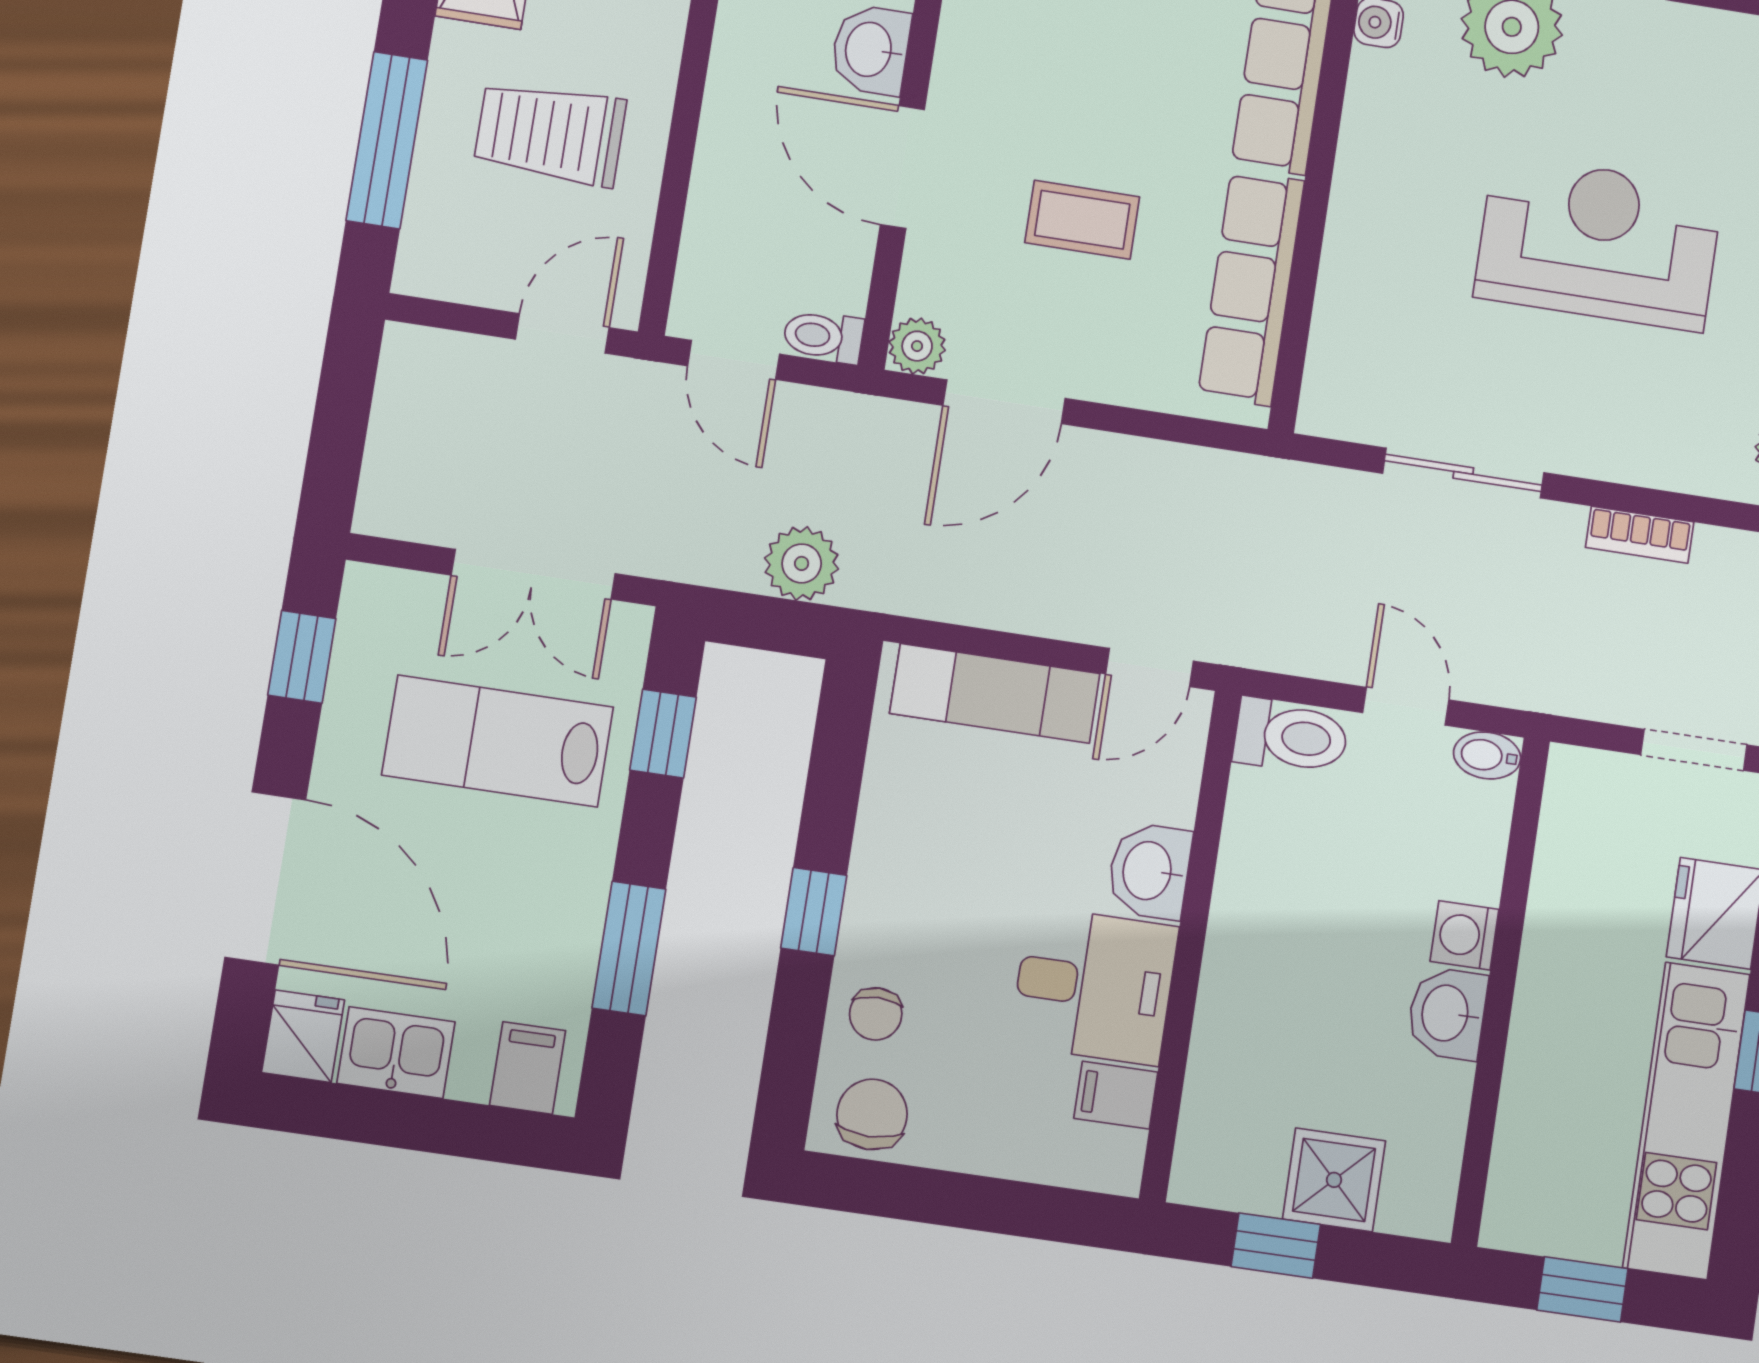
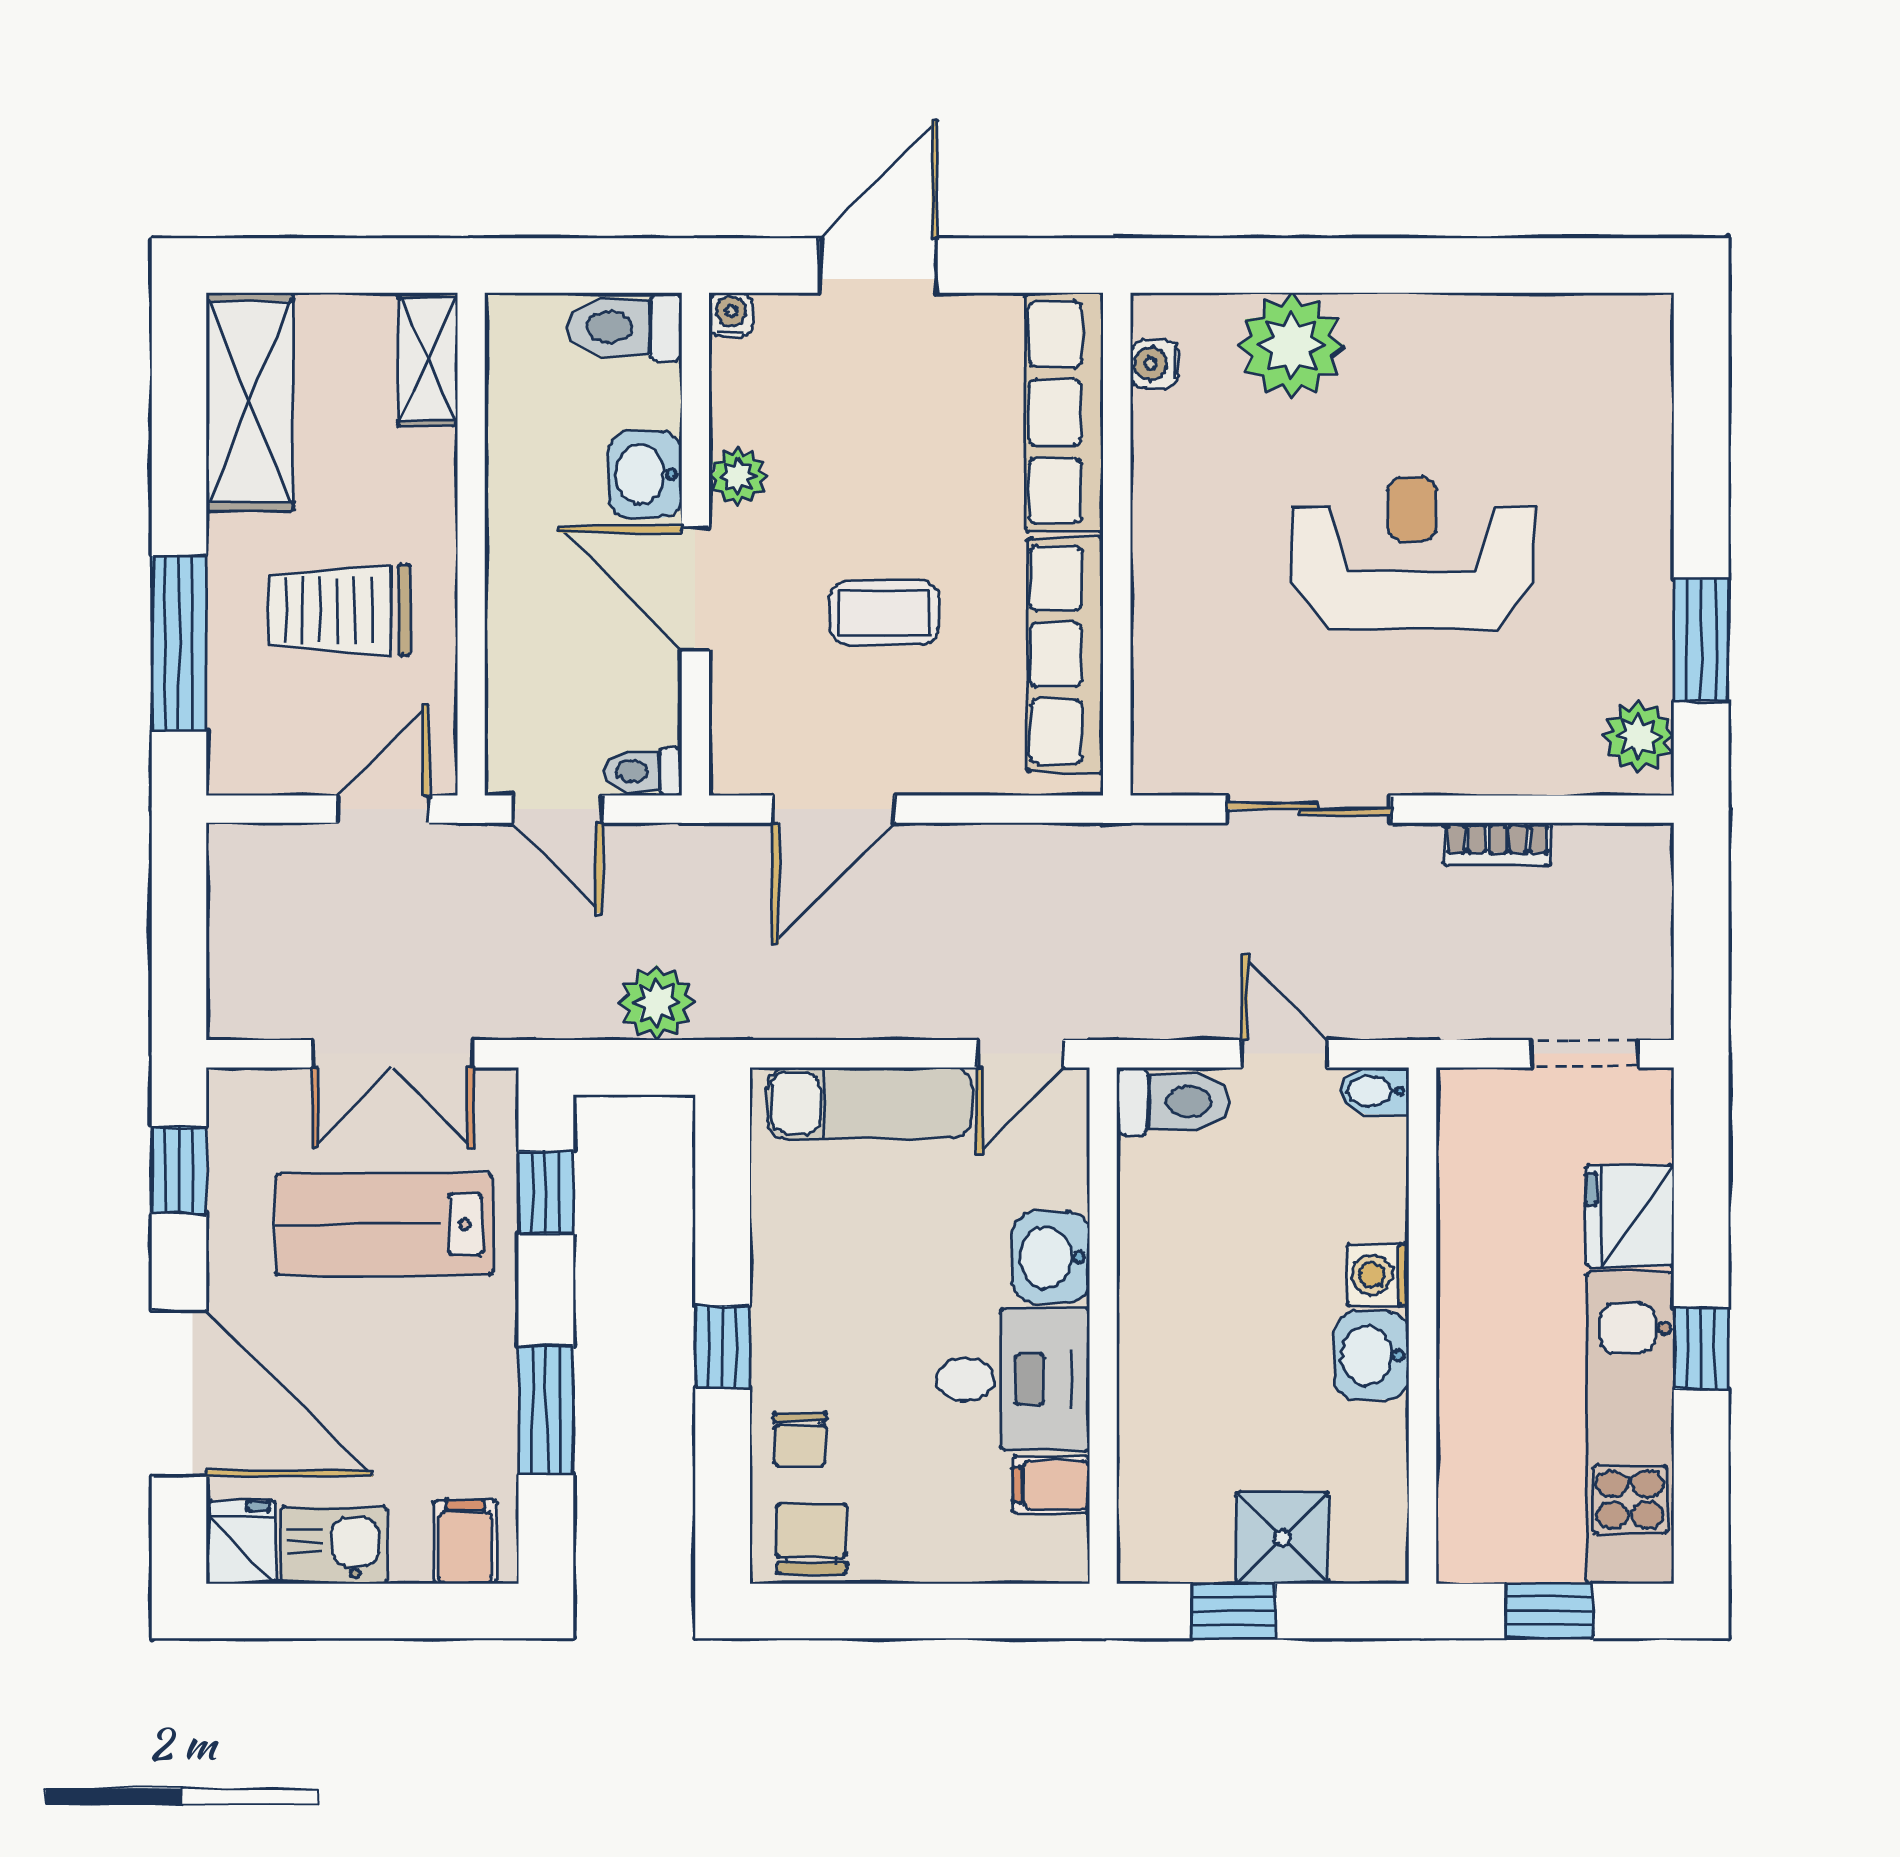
plant: (917, 346) -> (738, 476), moved

